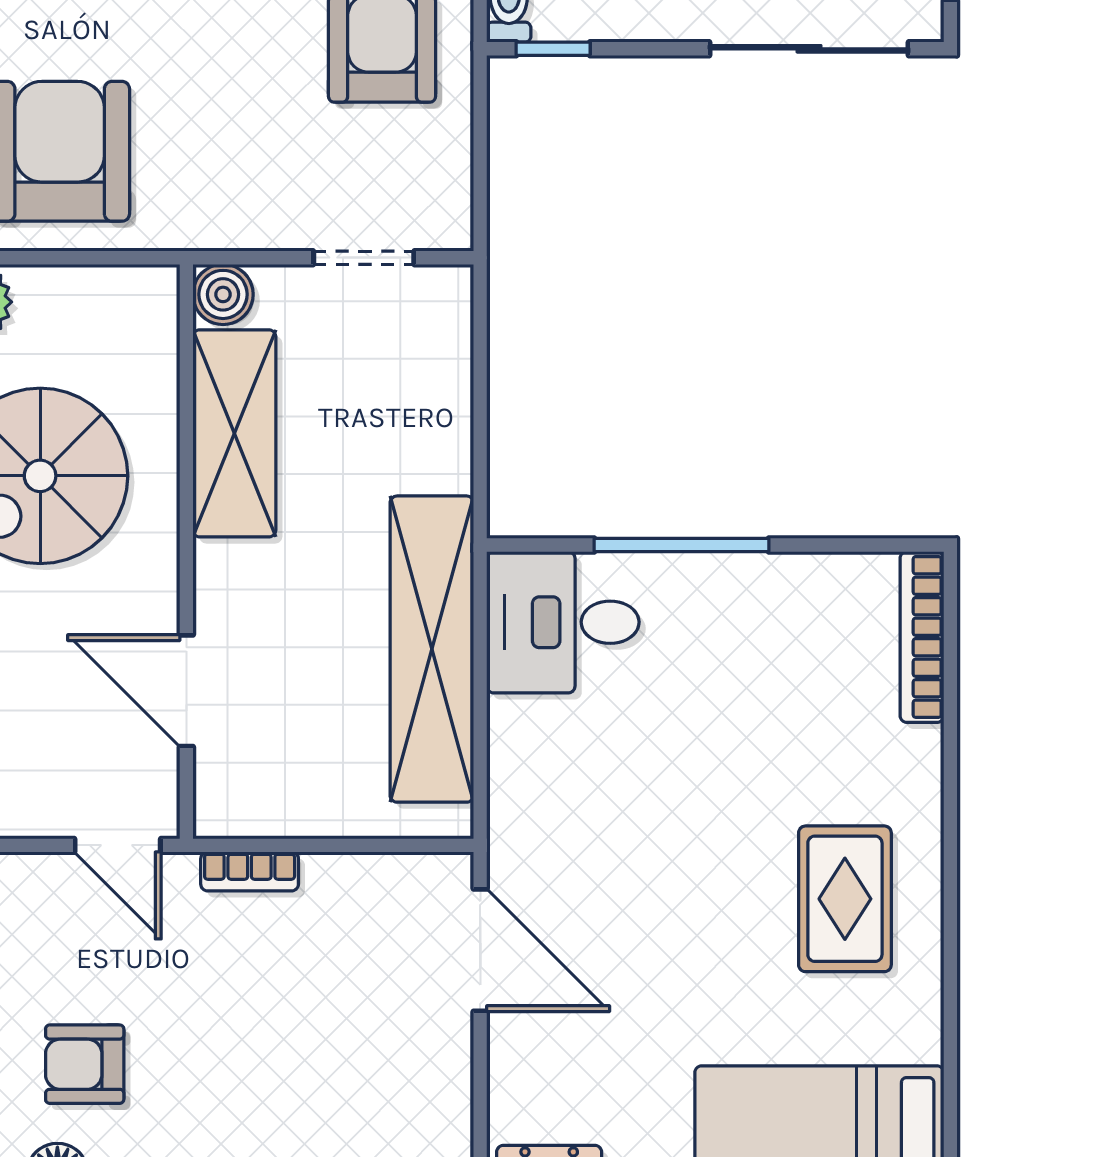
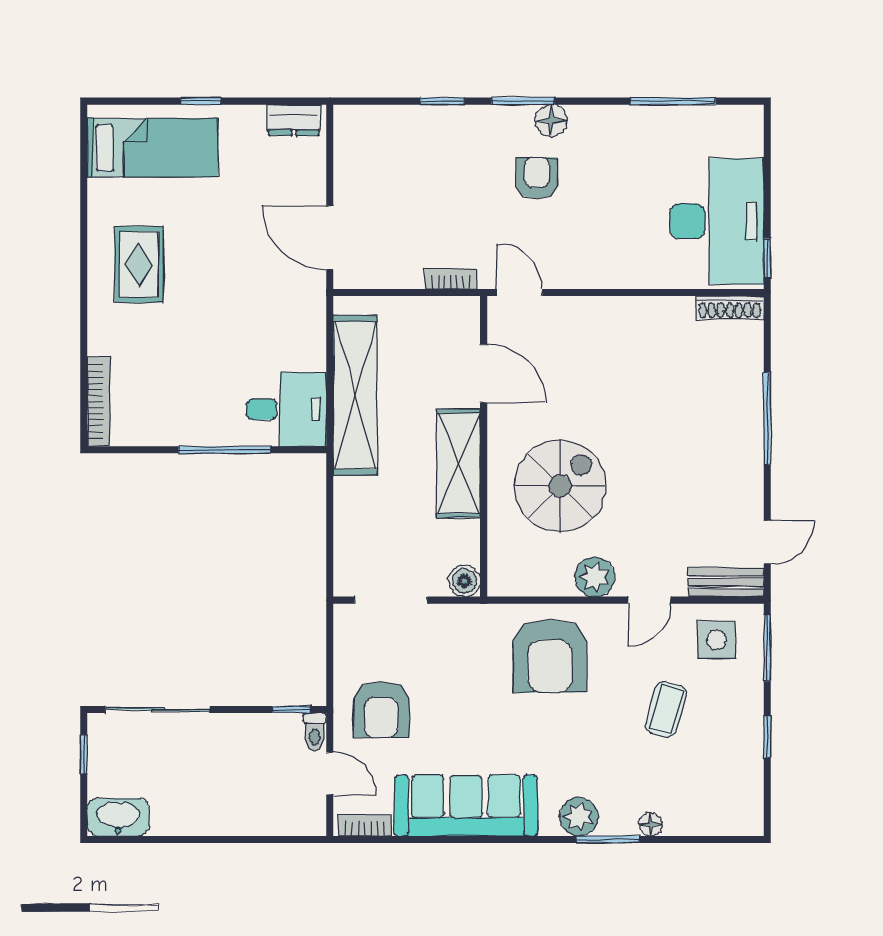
doorway: (364, 258) -> (391, 600), width x1.38
shelving: (234, 433) -> (458, 463), moved
armchair: (85, 1064) -> (537, 178), turned -90

